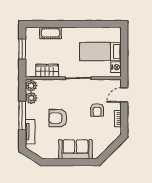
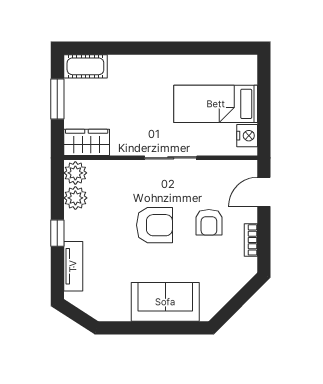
cot: (51, 33) -> (85, 66), moved
wardrobe: (47, 71) -> (87, 142), moved
window: (22, 115) -> (57, 233), width x0.46
armchair: (58, 118) -> (154, 225), moved, turned 180

